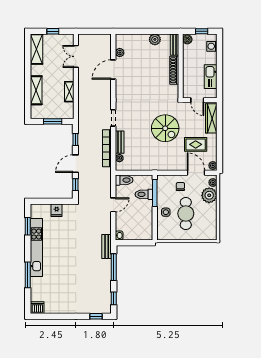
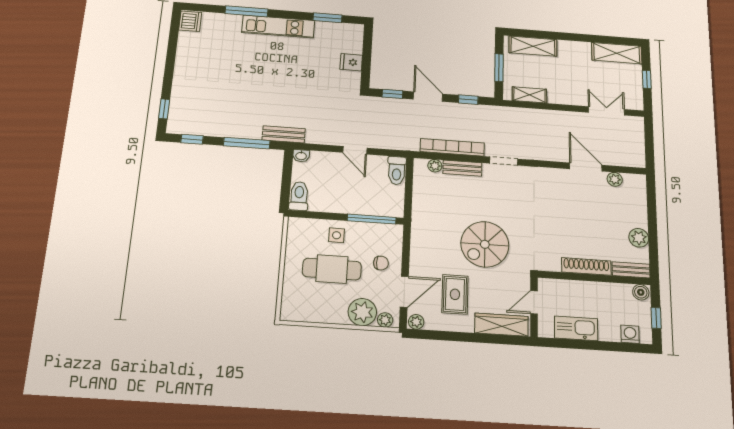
shelving: (36, 90) -> (533, 46), moved
shelving: (69, 92) -> (529, 95), moved
toilet: (144, 194) -> (299, 196), moved
kitchen unit: (36, 247) -> (278, 26), width x0.73

